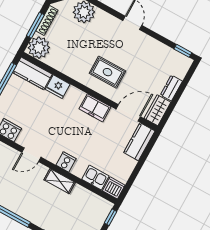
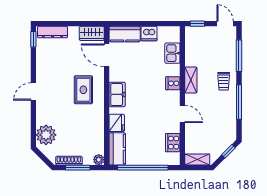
plant: (39, 48) -> (99, 160), width x0.53, depth x0.53
dresser: (171, 88) -> (52, 32), moved, width x1.44
freezer: (95, 108) -> (117, 94), moved
dishwasher: (114, 188) -> (149, 34), moved, turned -90
trolley: (41, 212) -> (224, 81), added

